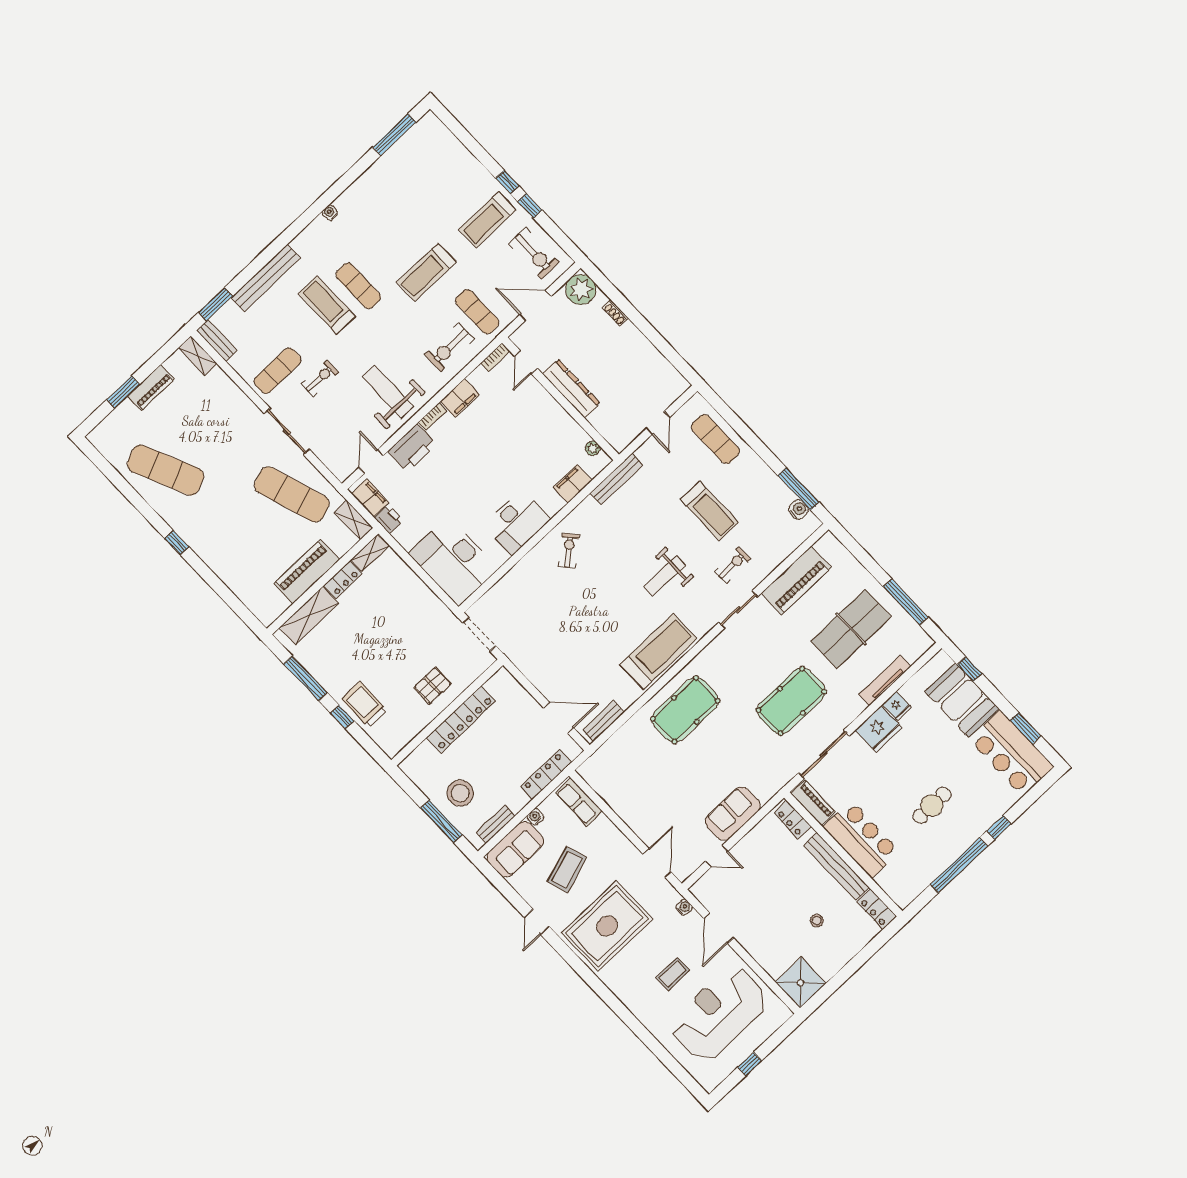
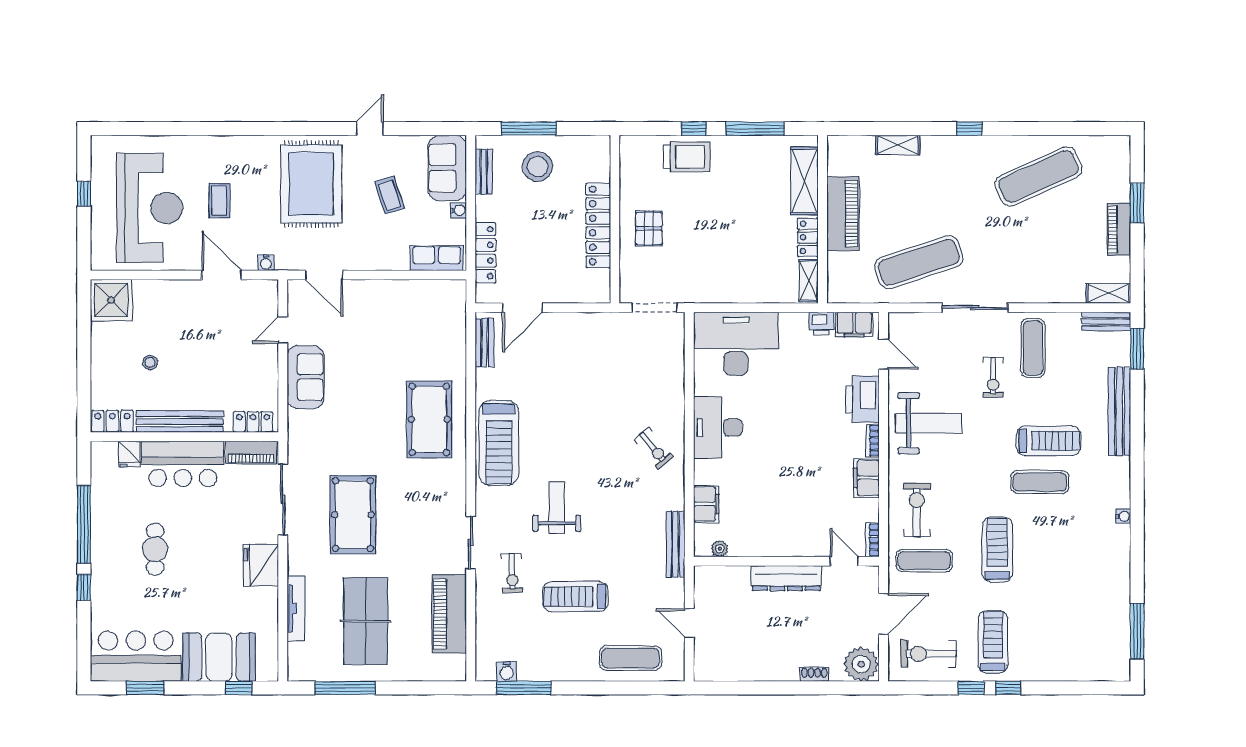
shelving: (354, 520) -> (898, 145), moved
fridge: (897, 706) -> (129, 454), moved, turned -90
coffee table: (567, 870) -> (390, 195), width x0.73, depth x0.77
door: (537, 922) -> (370, 129), hinge flipped

